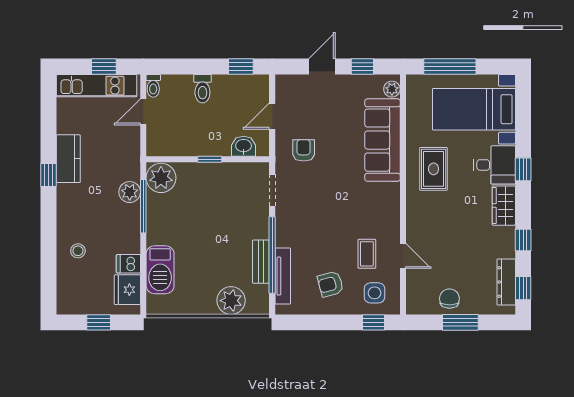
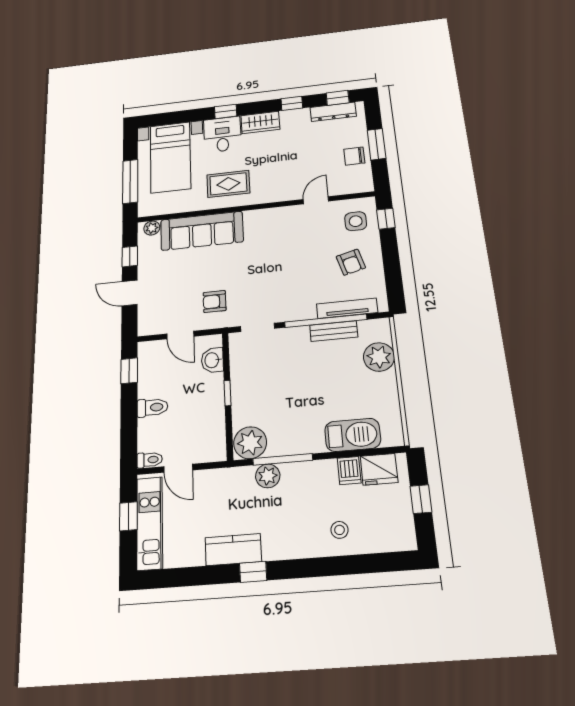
coffee table: (367, 254) -> (317, 232), removed

